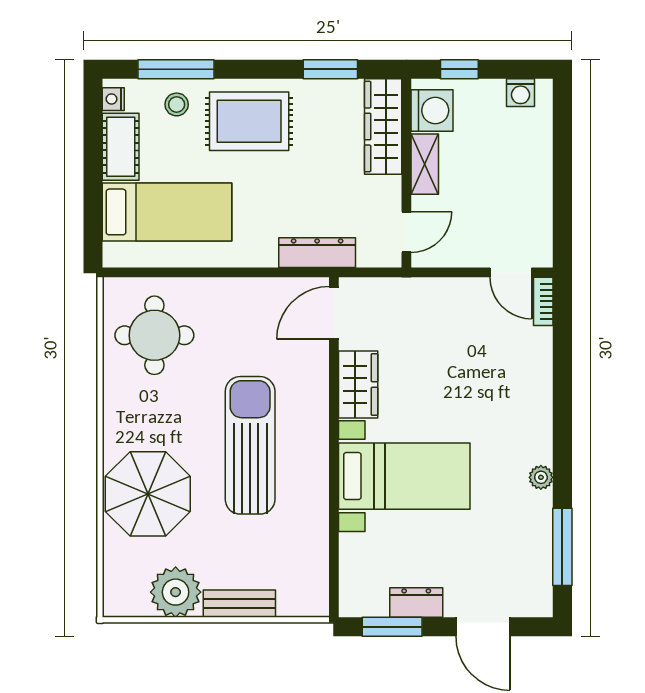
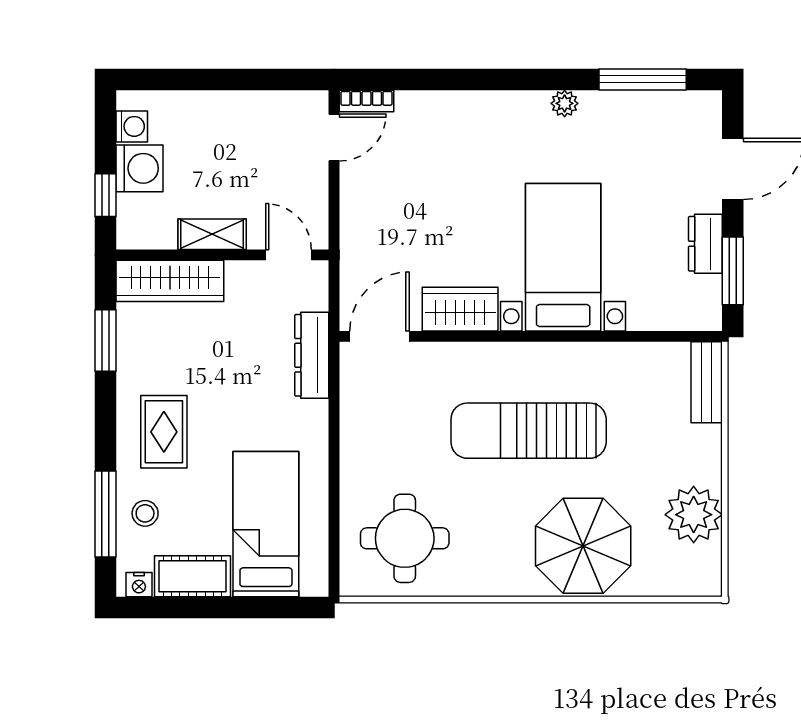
washing machine: (432, 110) -> (139, 168), moved, turned 90
rug: (249, 121) -> (164, 432), width x0.73, depth x0.70
door: (334, 313) -> (380, 336), swing flipped
bench: (239, 604) -> (707, 382), moved

